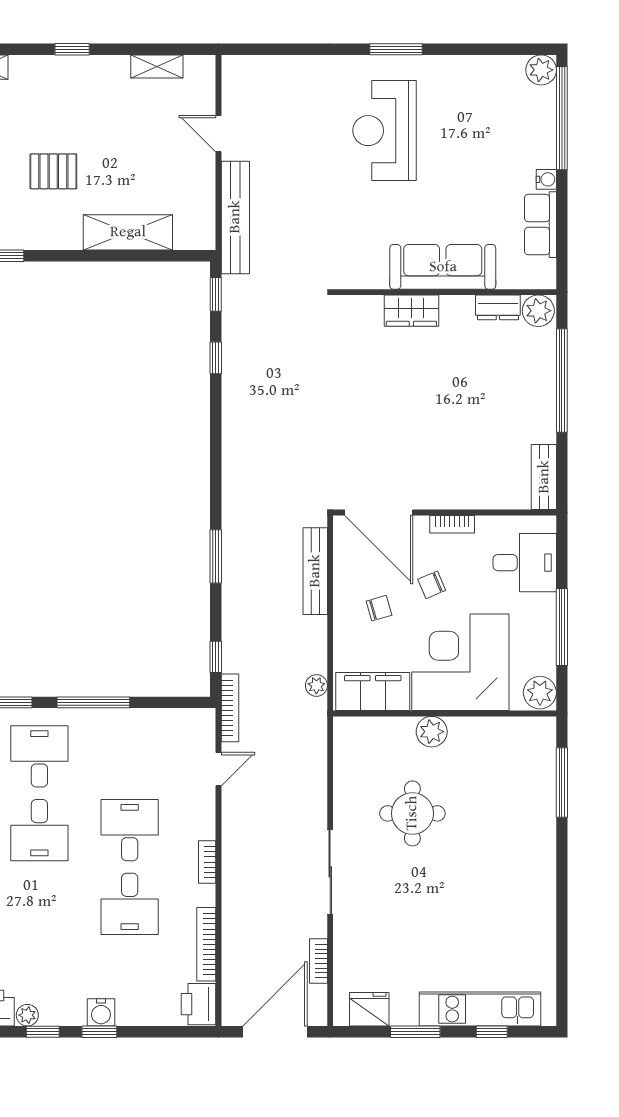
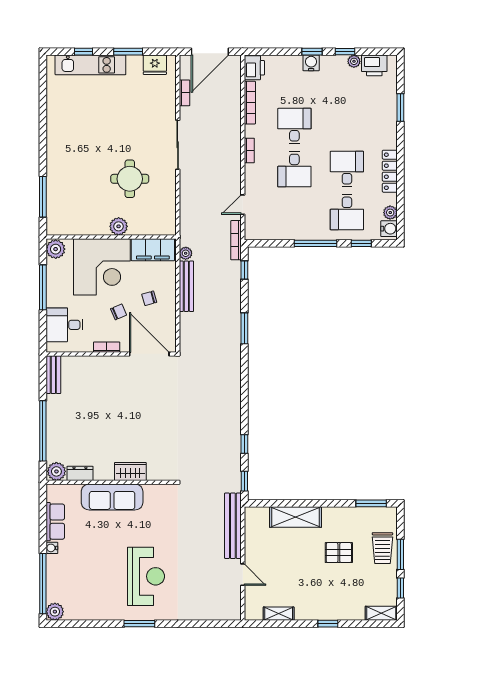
bench: (315, 571) -> (186, 286), moved

